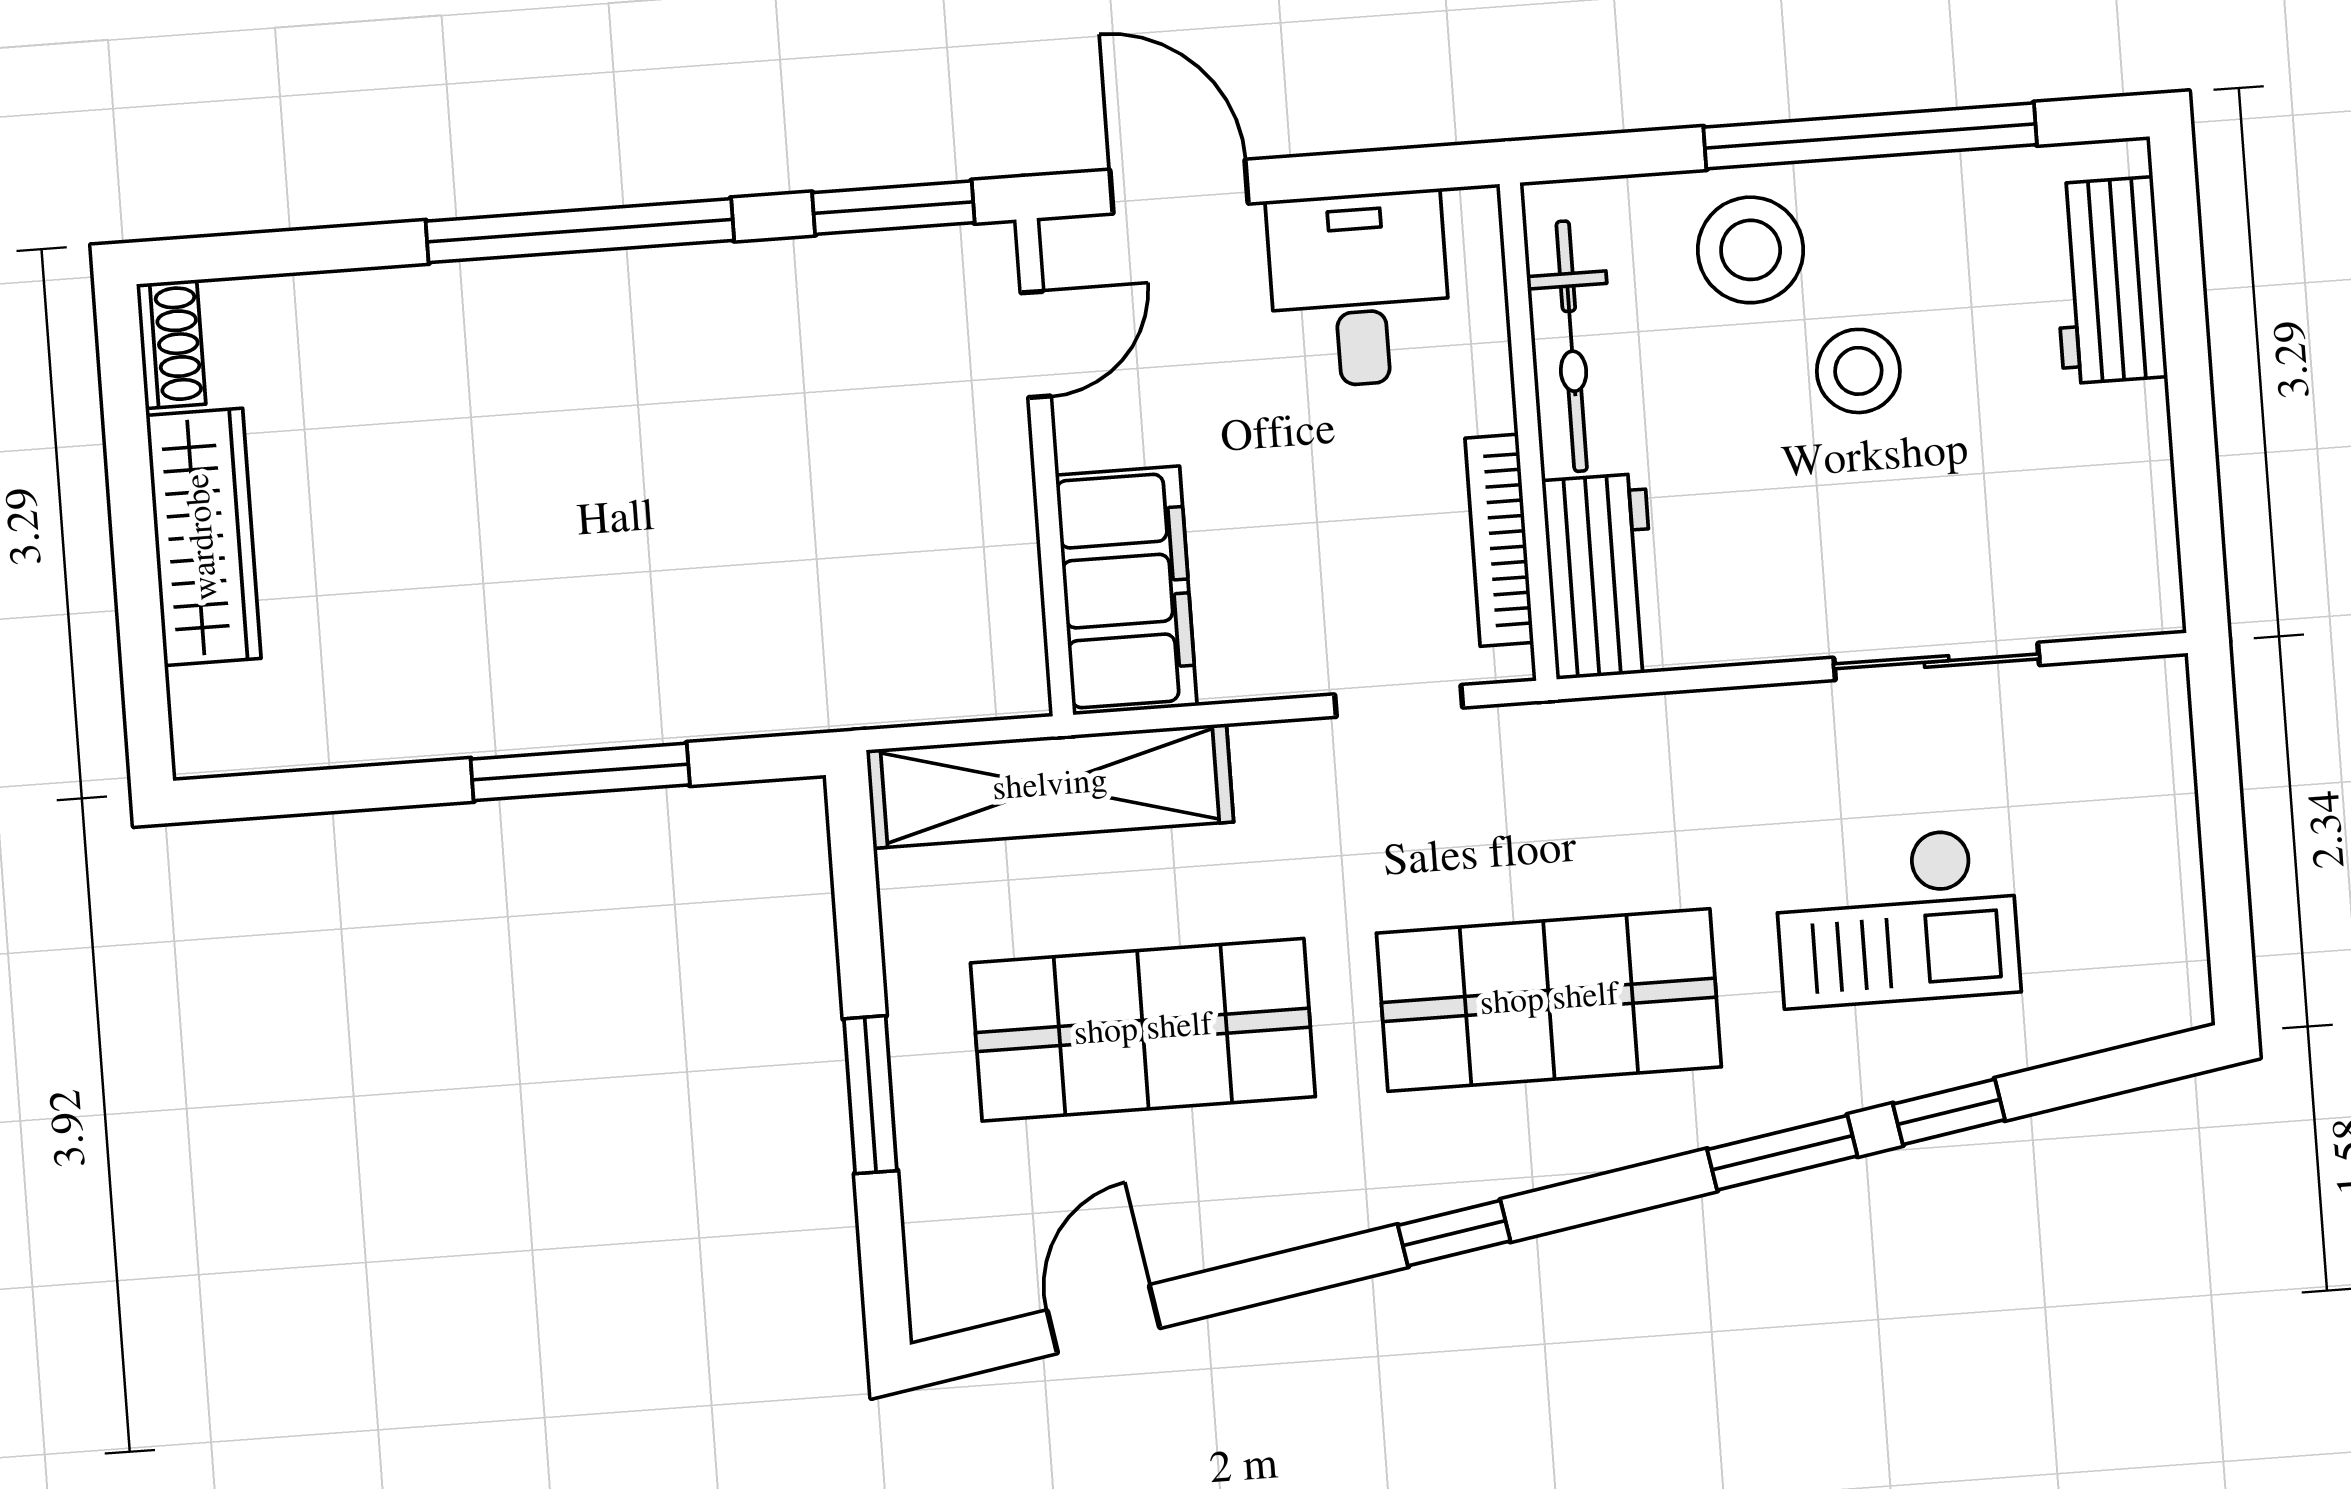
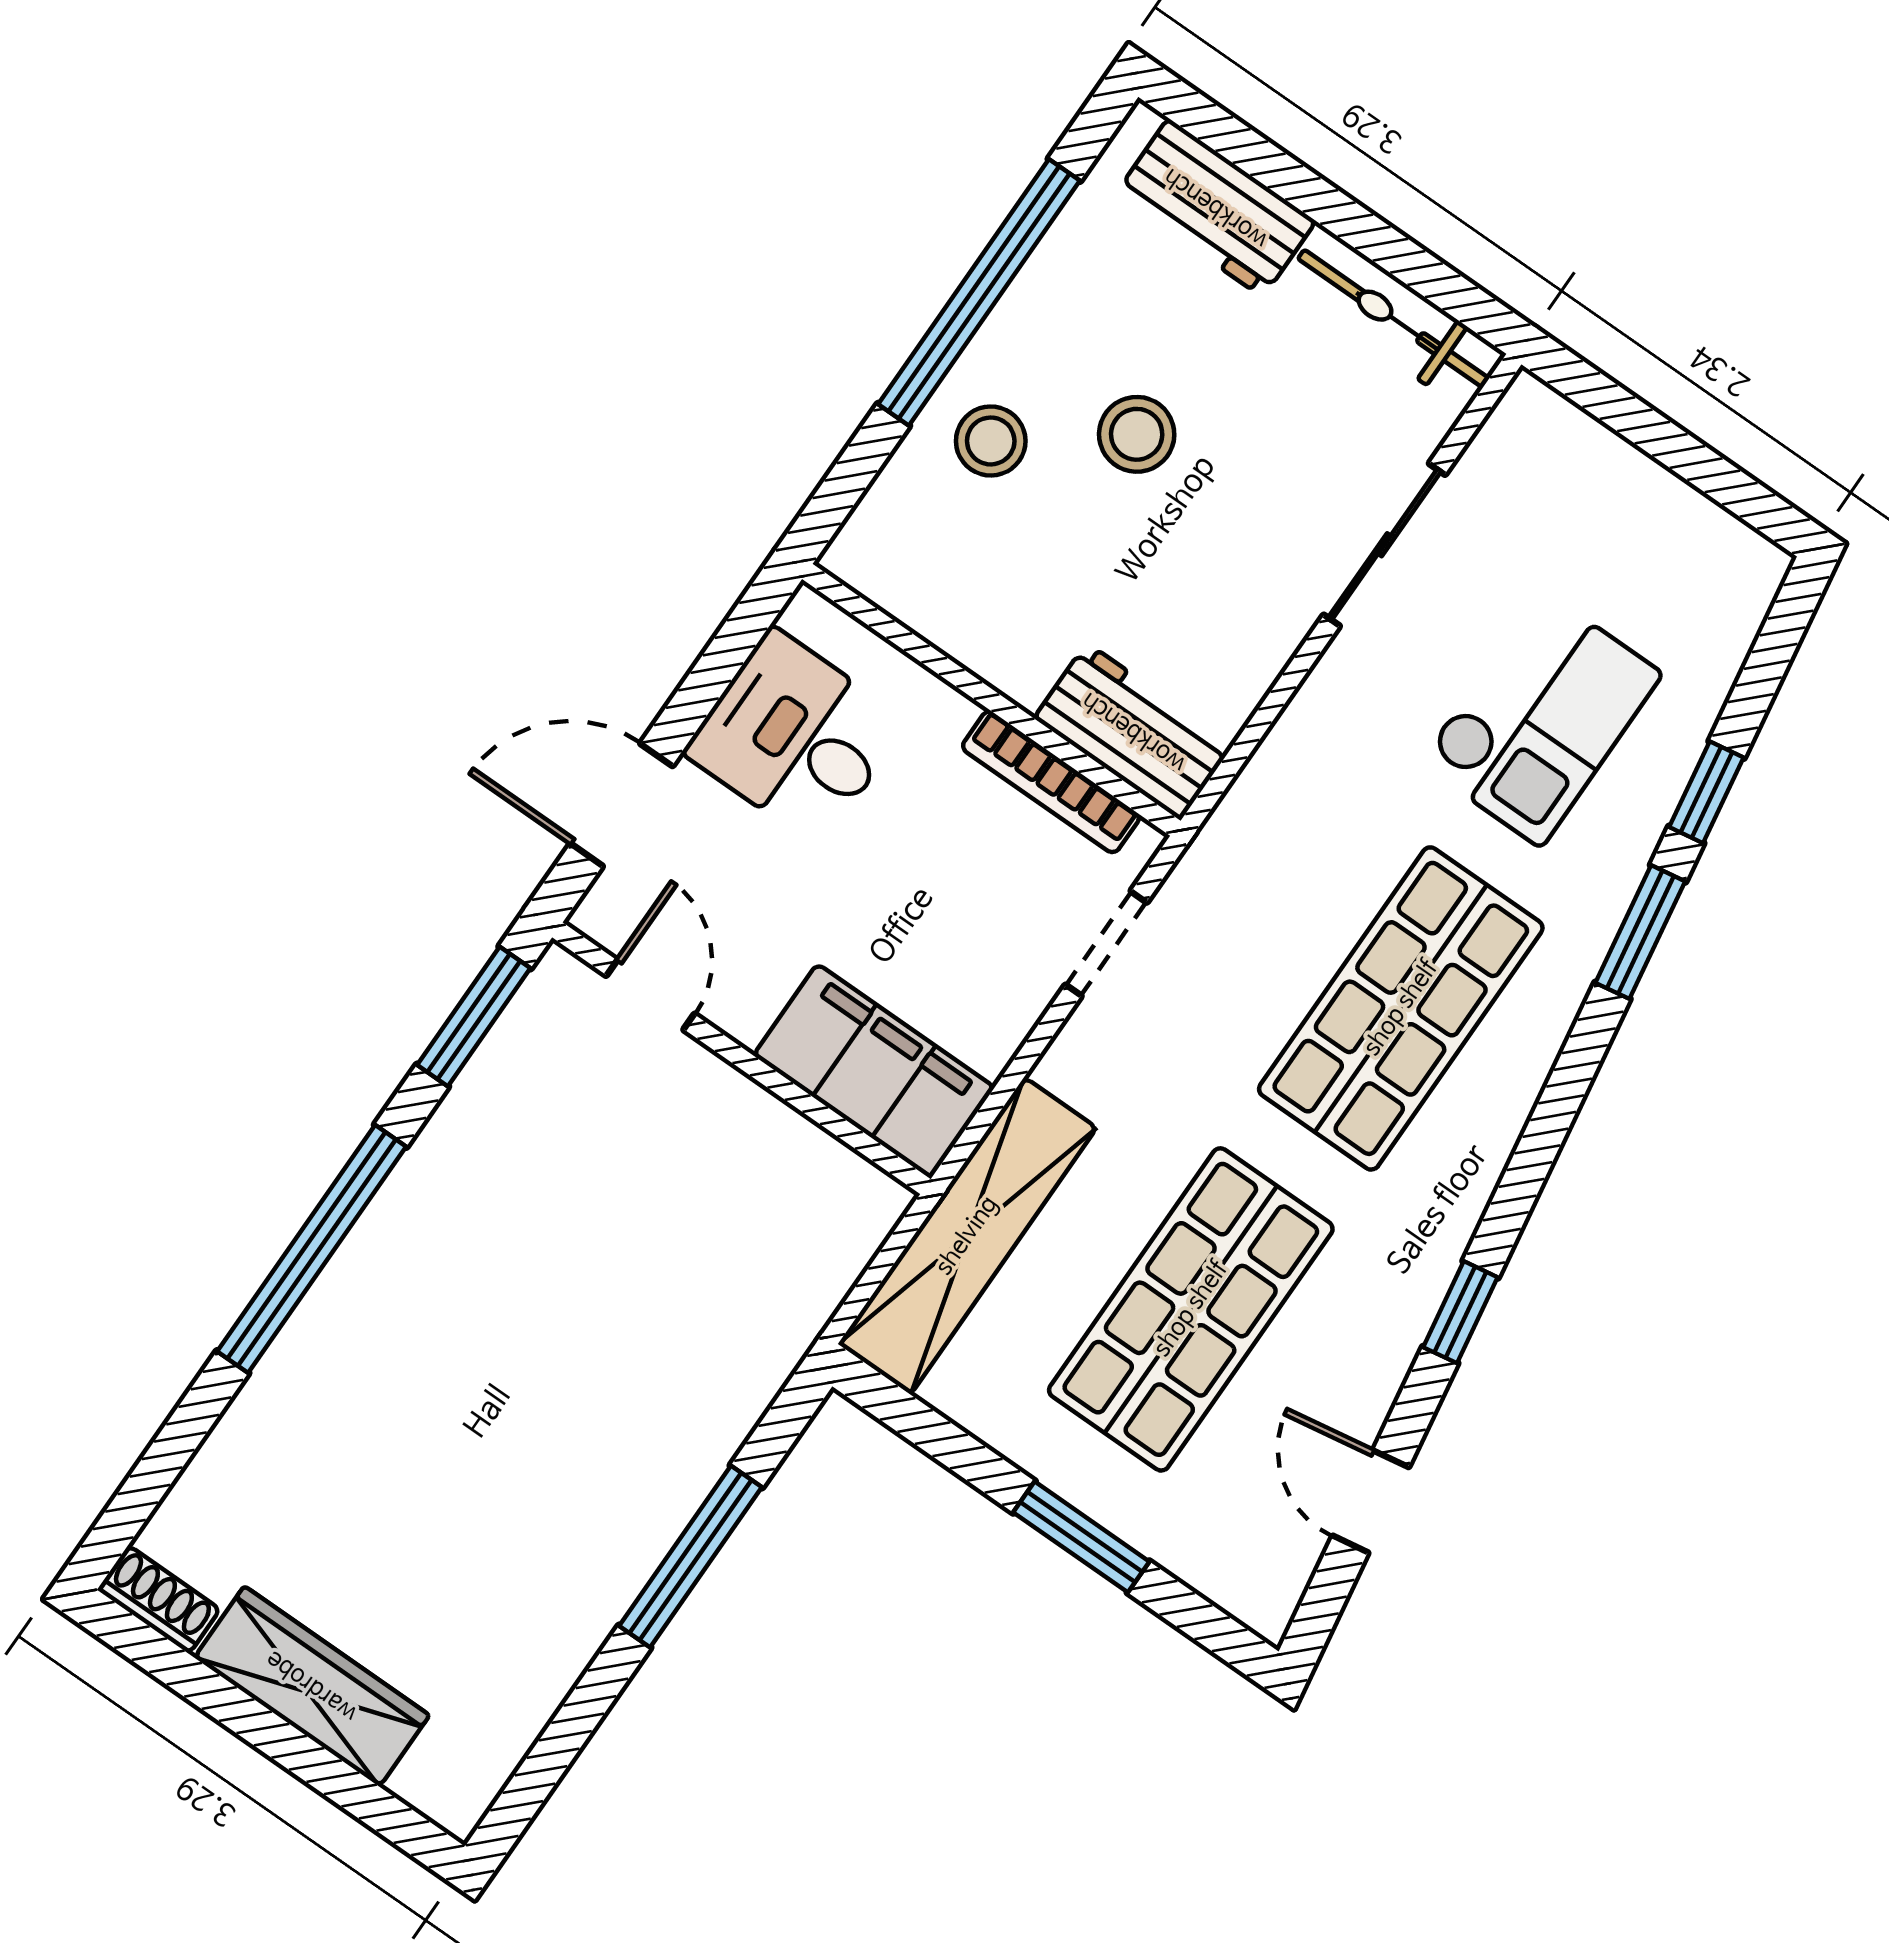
stool: (1751, 250) -> (991, 441), width x0.73, depth x0.73
bicycle: (1572, 346) -> (1393, 319), moved, turned 180
window: (1454, 1233) -> (1460, 1312), moved

